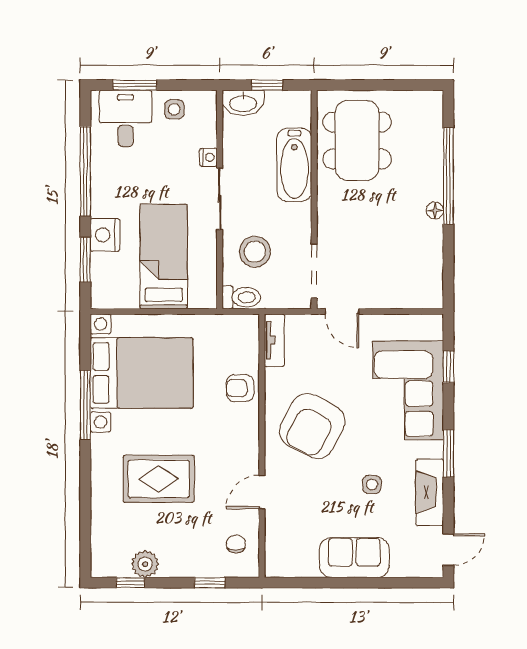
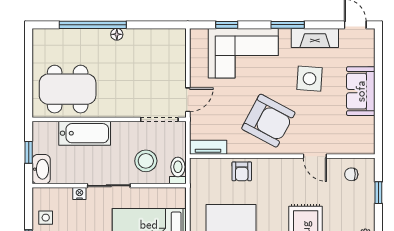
side table: (372, 485) -> (310, 79), width x1.87, depth x1.87

